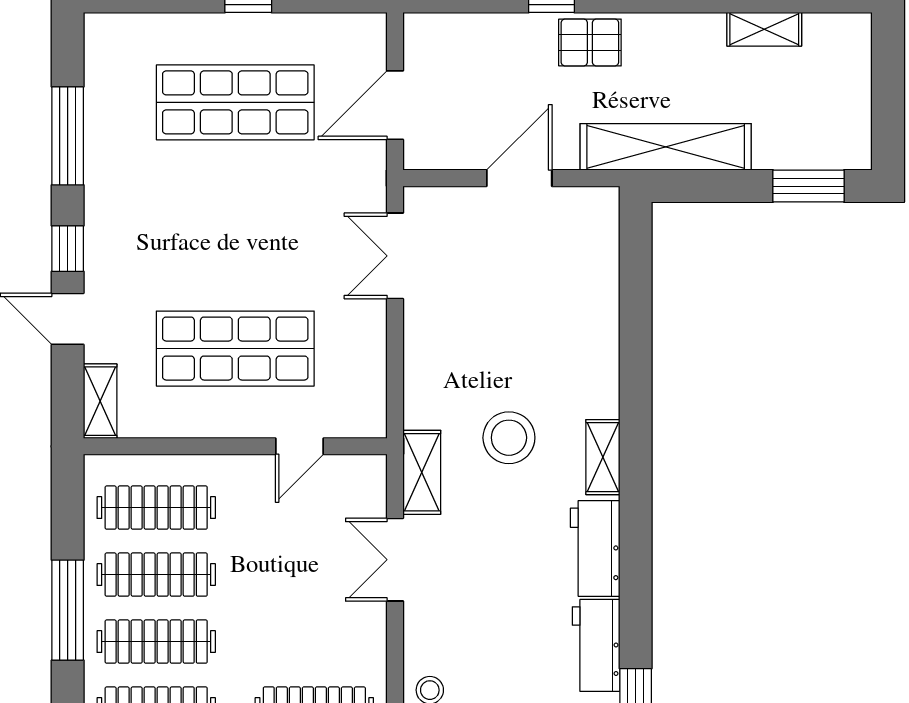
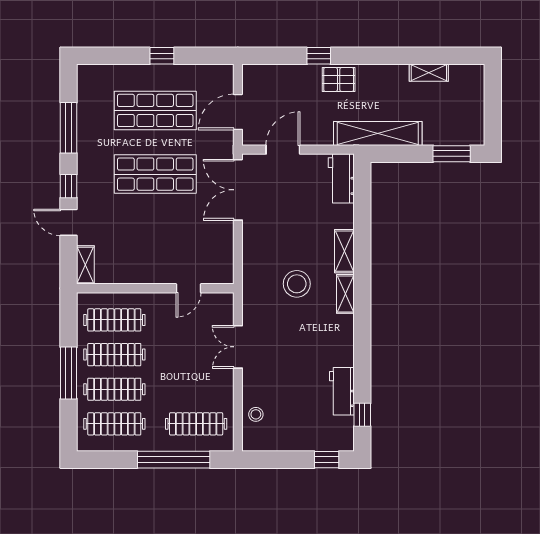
door: (519, 178) -> (283, 150), moved
double door: (395, 256) -> (238, 190), width x1.37
shop shelf: (235, 349) -> (155, 174), moved
shelving: (422, 472) -> (344, 251), moved
workbench: (595, 548) -> (341, 178), moved

